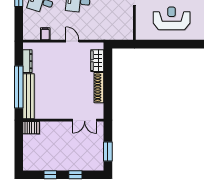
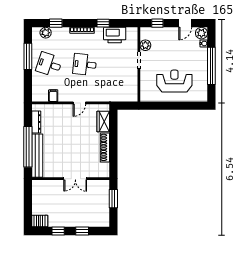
door: (72, 41) -> (79, 103), swing flipped
double door: (85, 120) -> (75, 179), moved
server rack: (31, 128) -> (40, 221), moved
window: (108, 152) -> (113, 199), moved

